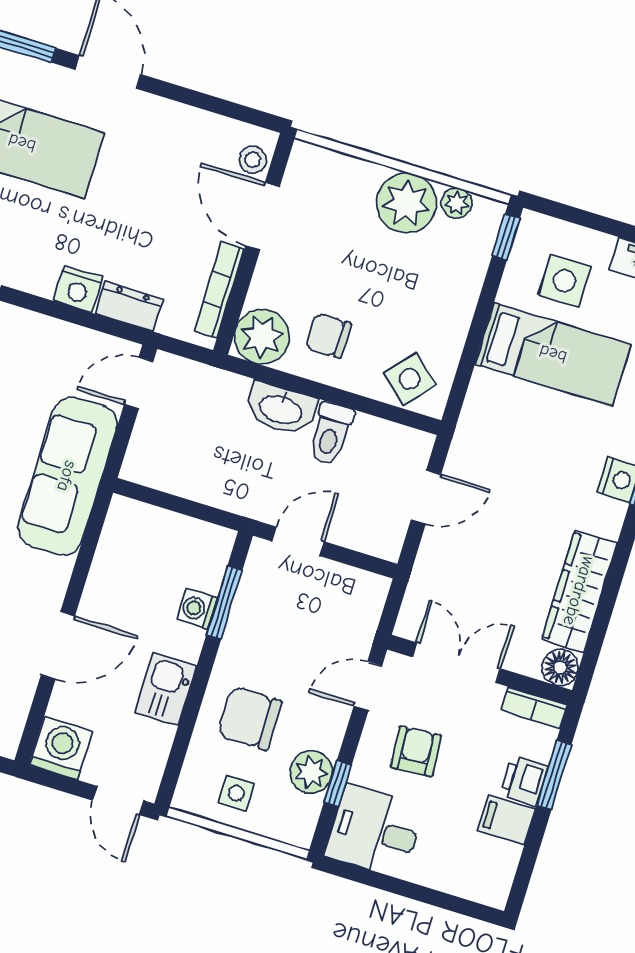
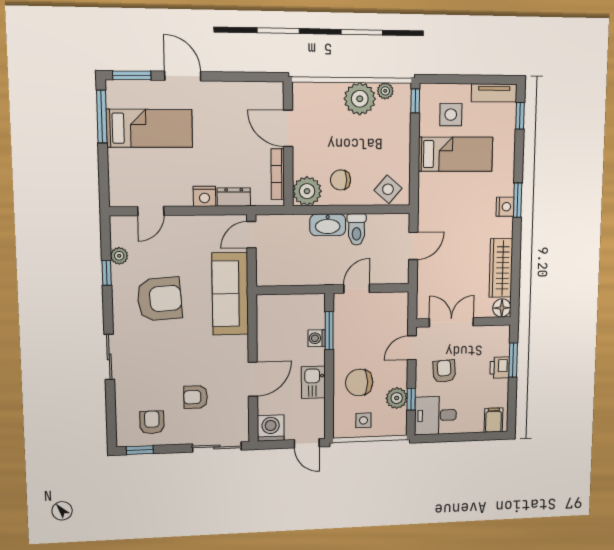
stool: (253, 160) -> (274, 100), removed
bookcase: (534, 708) -> (495, 331), removed
filing cabinet: (506, 820) -> (494, 420), moved, turned 90

